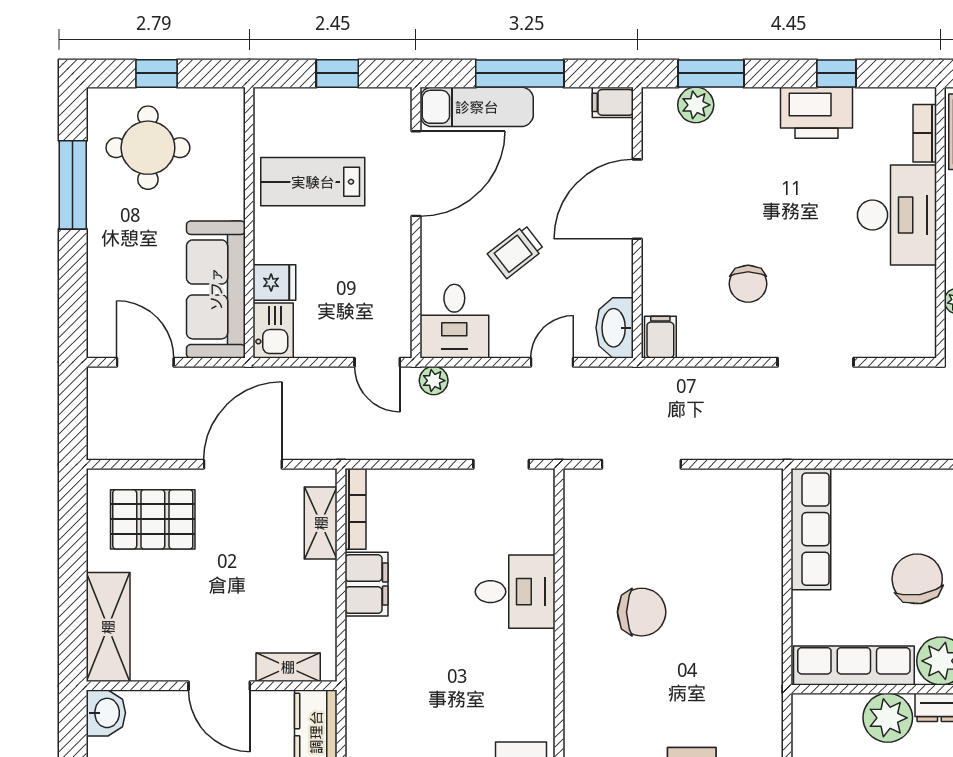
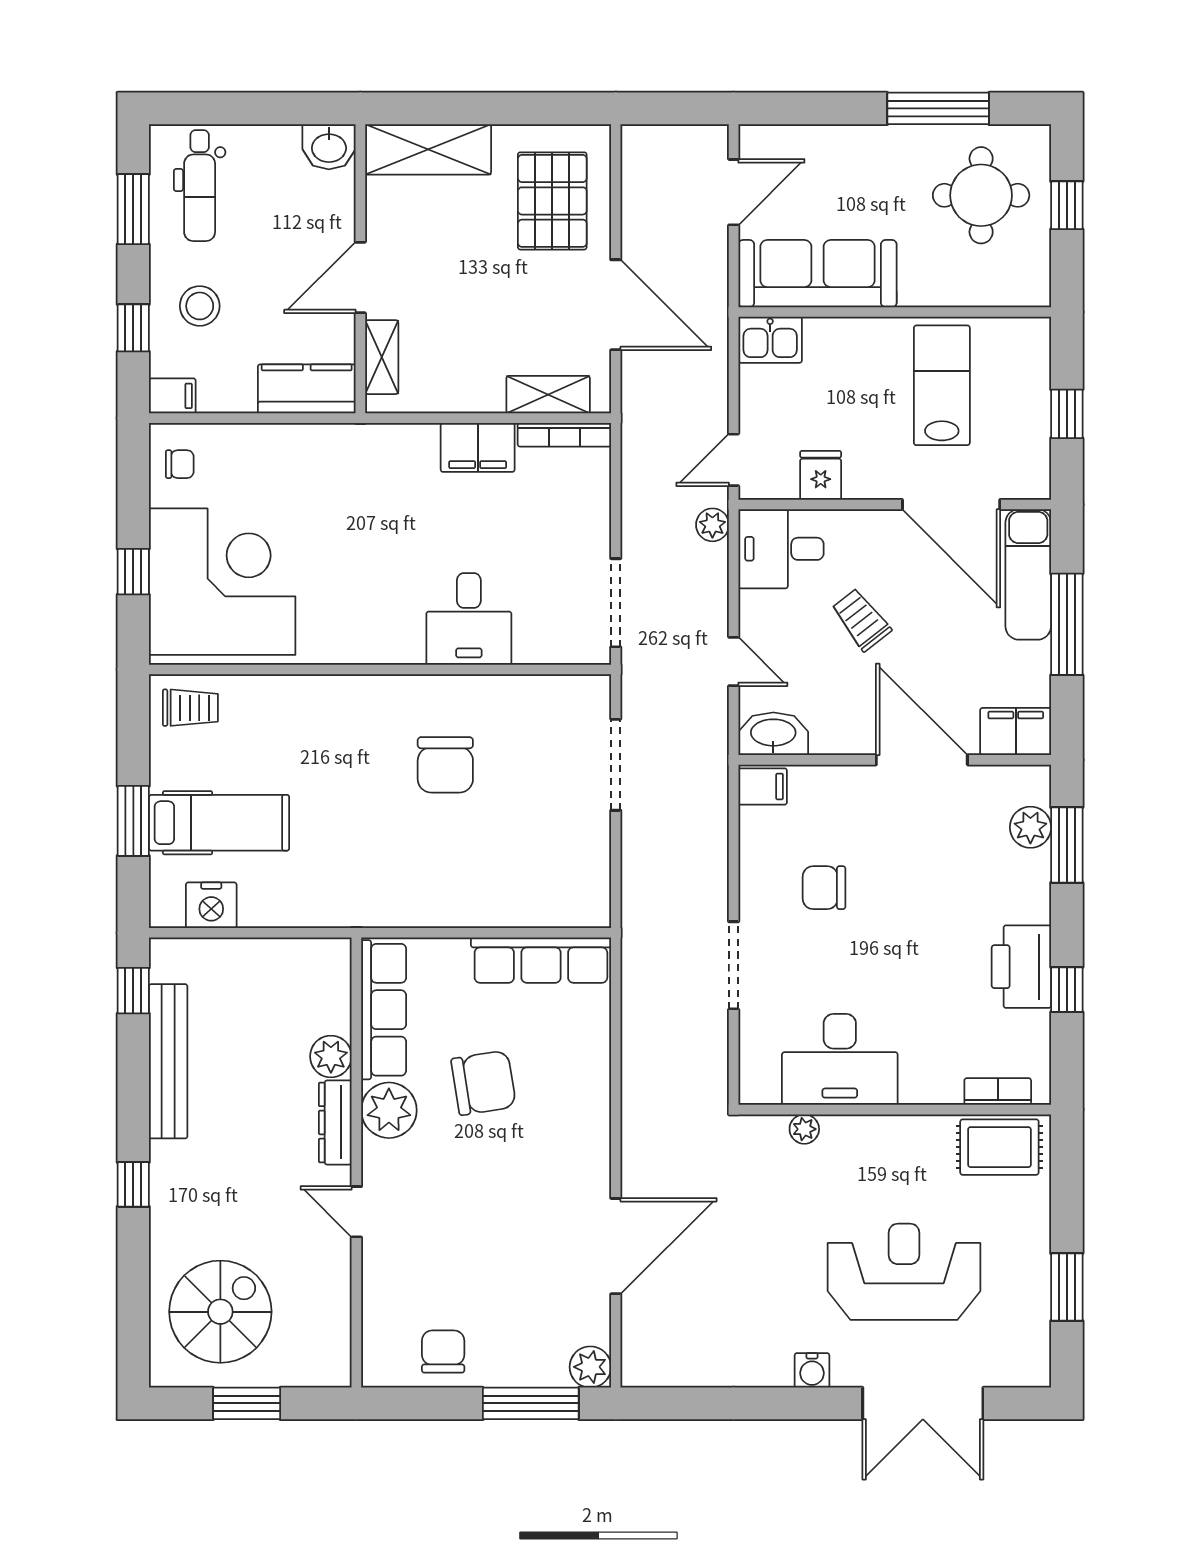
filing cabinet: (613, 102) -> (1016, 732), width x2.00
desk: (897, 215) -> (840, 1059), moved
fridge: (274, 282) -> (821, 475), moved, turned 180
doorway: (501, 464) -> (616, 603), width x1.38
plant: (888, 718) -> (331, 1056), width x0.73, depth x0.73

